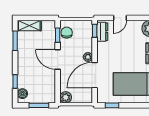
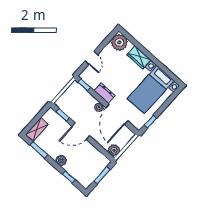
dresser: (102, 32) -> (105, 93), moved
chair: (67, 33) -> (67, 107), removed
boiler: (22, 94) -> (61, 160), moved

